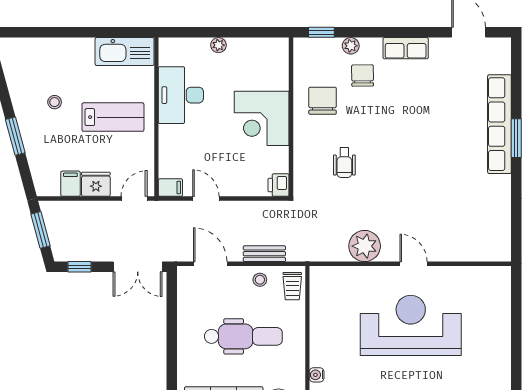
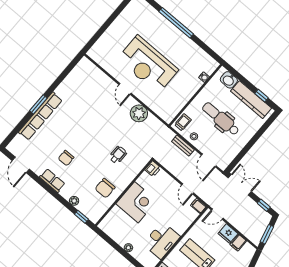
chair: (363, 75) -> (66, 158), moved

